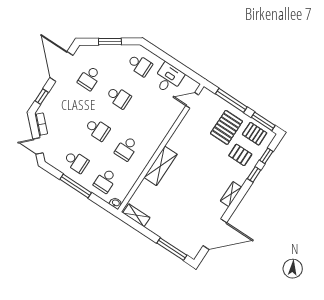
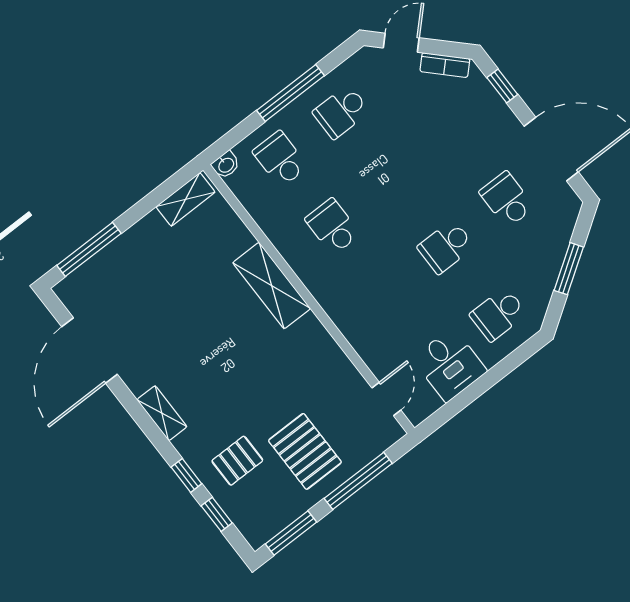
school desk: (97, 129) -> (393, 179), removed
pallet: (255, 134) -> (272, 506), removed

